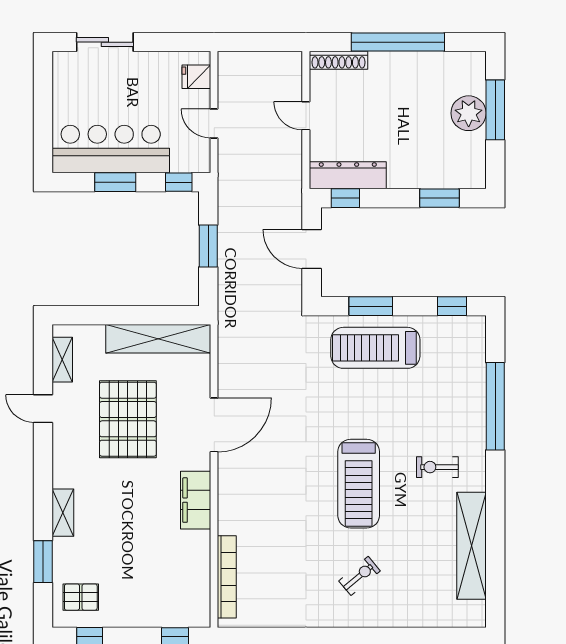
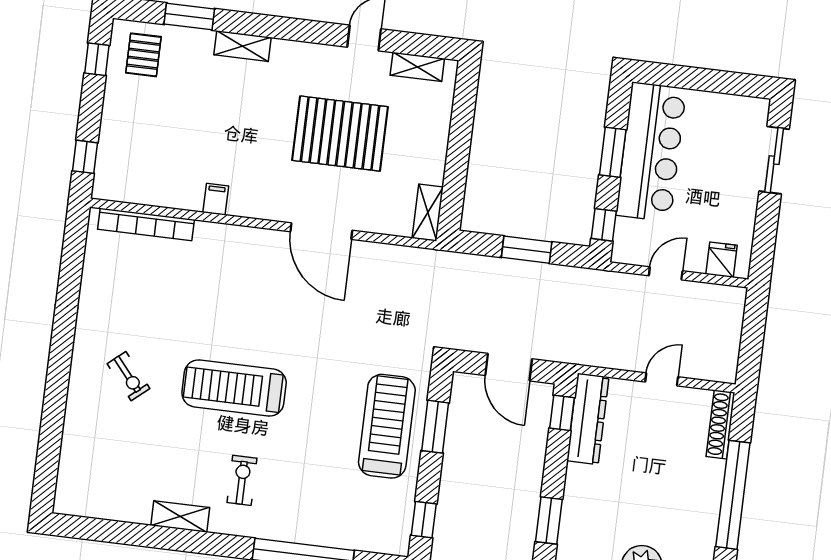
door: (312, 249) -> (509, 367), swing flipped
shelving: (158, 339) -> (428, 213), width x0.45, depth x0.75
filing cabinet: (196, 500) -> (216, 199), width x0.33, depth x0.86
shelving: (471, 546) -> (180, 517), width x0.45, depth x0.75

